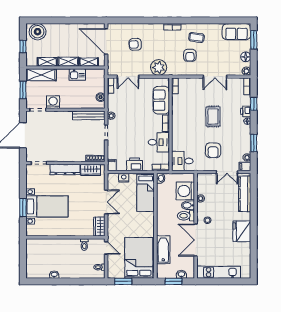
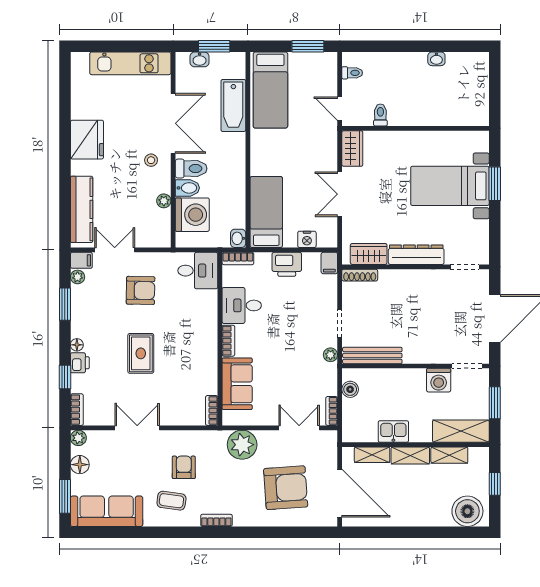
sofa: (236, 32) -> (107, 511), width x1.36
armchair: (135, 44) -> (286, 488), width x1.88, depth x1.88
armchair: (213, 150) -> (141, 290), turned 91
bed: (139, 258) -> (270, 90), width x0.67

